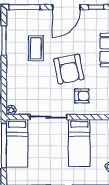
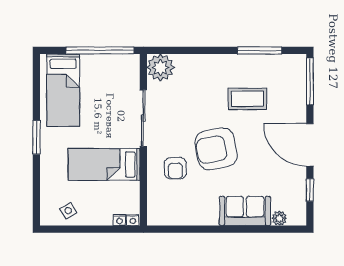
plant: (11, 110) -> (160, 68), width x1.87, depth x1.87
bed: (17, 143) -> (63, 90), moved, turned -90

